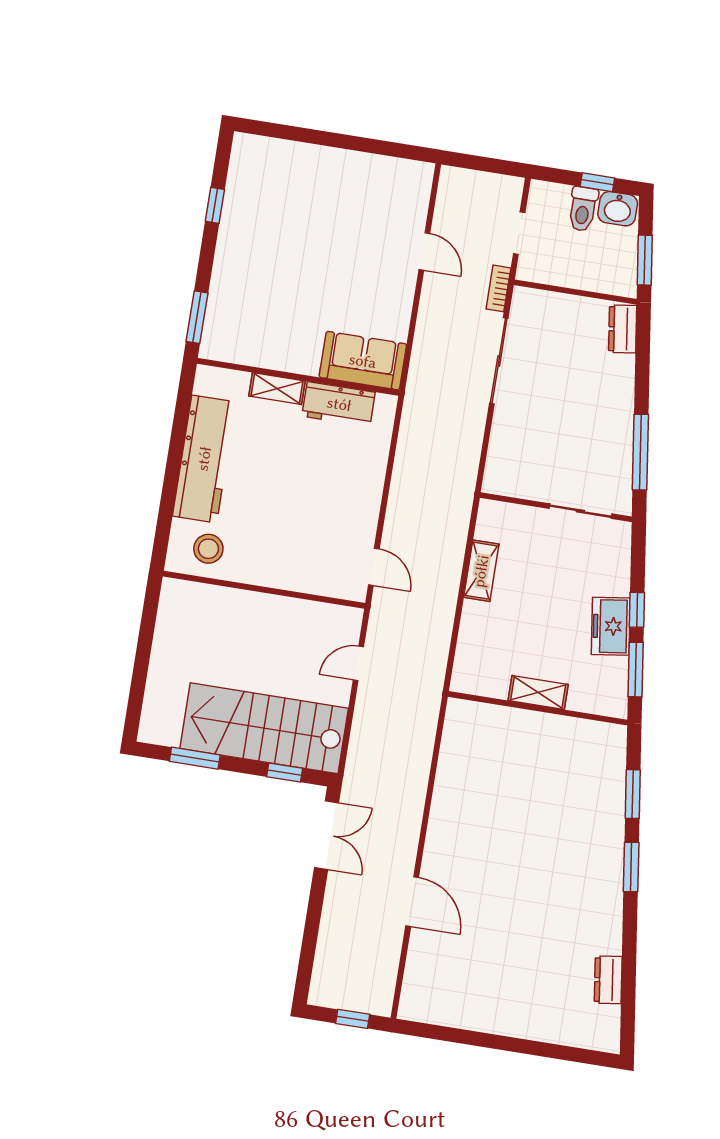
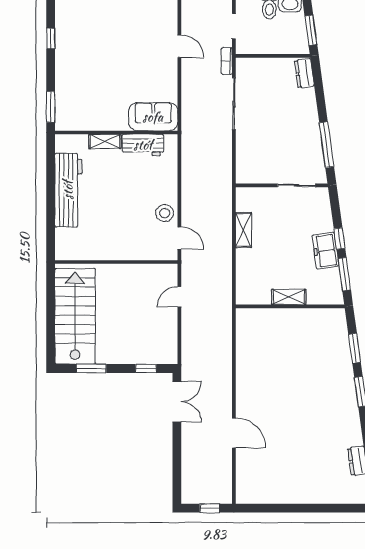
stool: (208, 549) -> (165, 213), moved
stairs: (264, 728) -> (75, 316), moved, turned 90

